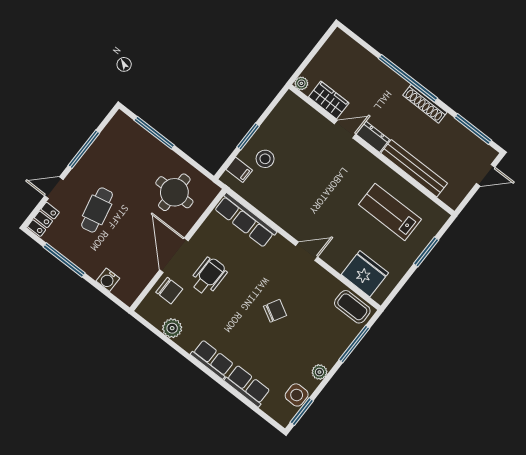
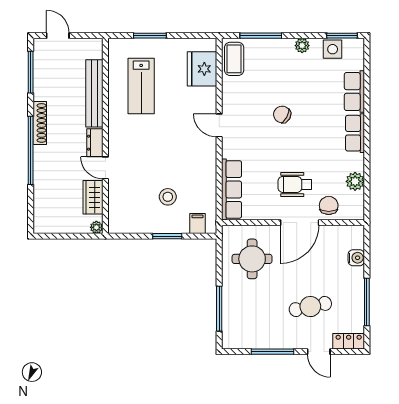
stool: (265, 159) -> (168, 197), moved

